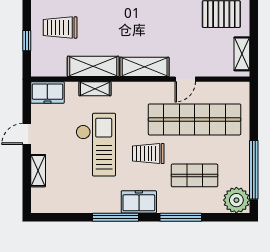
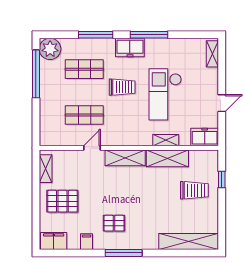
shop shelf: (195, 119) -> (84, 115), width x0.50, depth x0.74
shelving: (38, 171) -> (212, 54), moved

